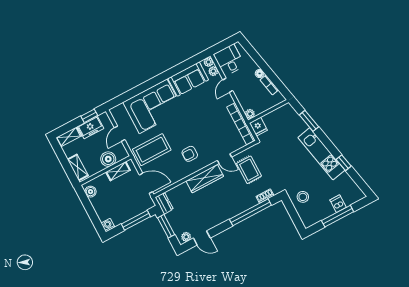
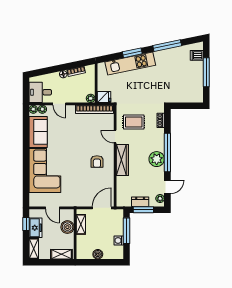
window: (309, 121) -> (132, 53), moved
coffee table: (152, 150) -> (78, 189), removed
kitchen unit: (321, 154) -> (130, 64), moved
door: (224, 159) -> (115, 137), swing flipped
window: (344, 163) -> (167, 46), width x2.17
boiler: (91, 192) -> (98, 254), moved
stool: (303, 197) -> (177, 91), removed
dresser: (164, 203) -> (140, 202), moved
dishwasher: (338, 204) -> (197, 55), moved
plant: (224, 212) -> (157, 159), added
window: (250, 212) -> (167, 152), moved
washing machine: (108, 225) -> (119, 240), moved

